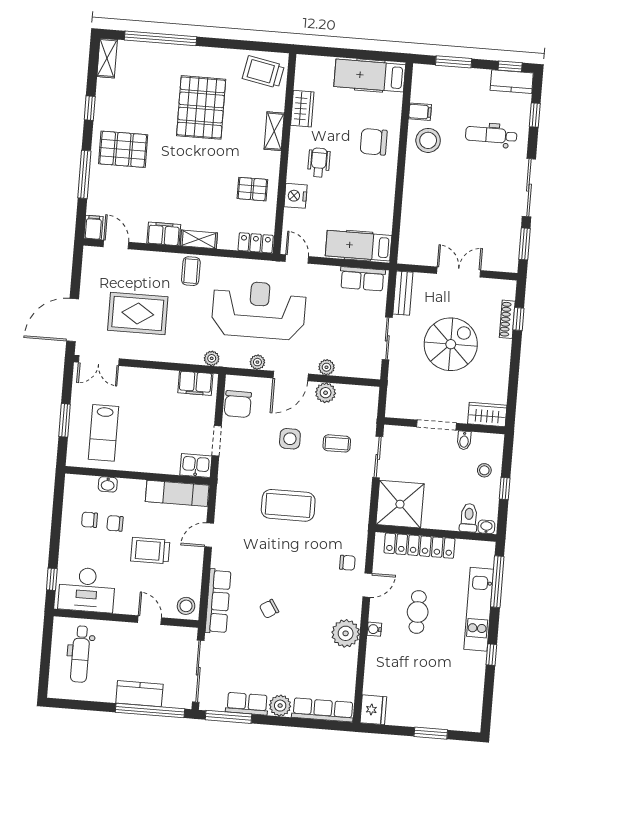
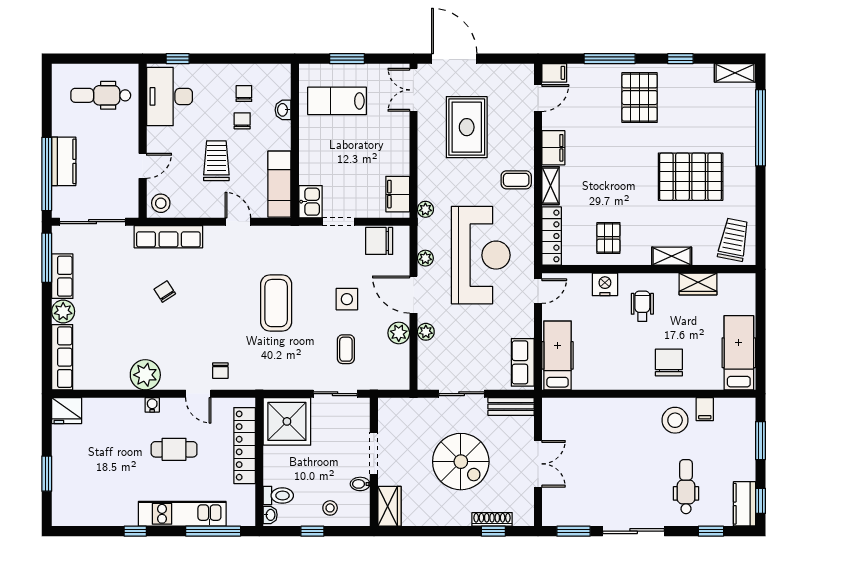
wheelchair: (319, 162) -> (642, 306), turned -90
locker: (256, 243) -> (552, 236), width x1.53

